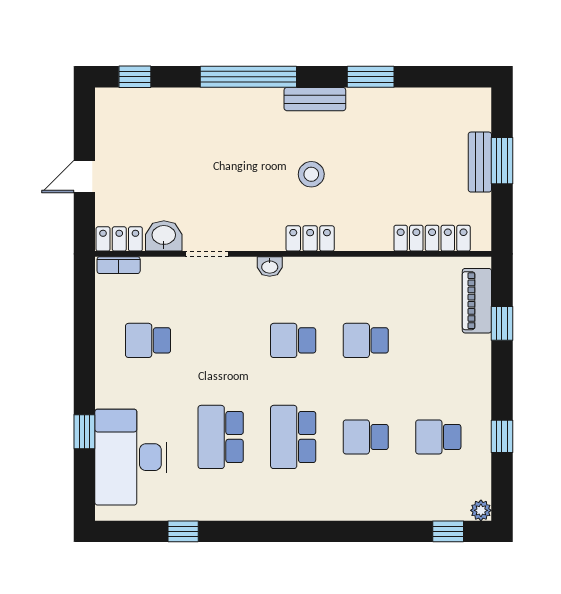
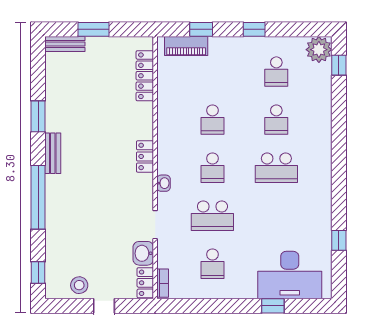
bench: (480, 162) -> (65, 44), moved
stool: (311, 174) -> (79, 285), moved
window: (502, 436) -> (254, 29), moved
school desk: (221, 437) -> (212, 216), moved
plant: (481, 510) -> (319, 50), width x1.87, depth x1.87

